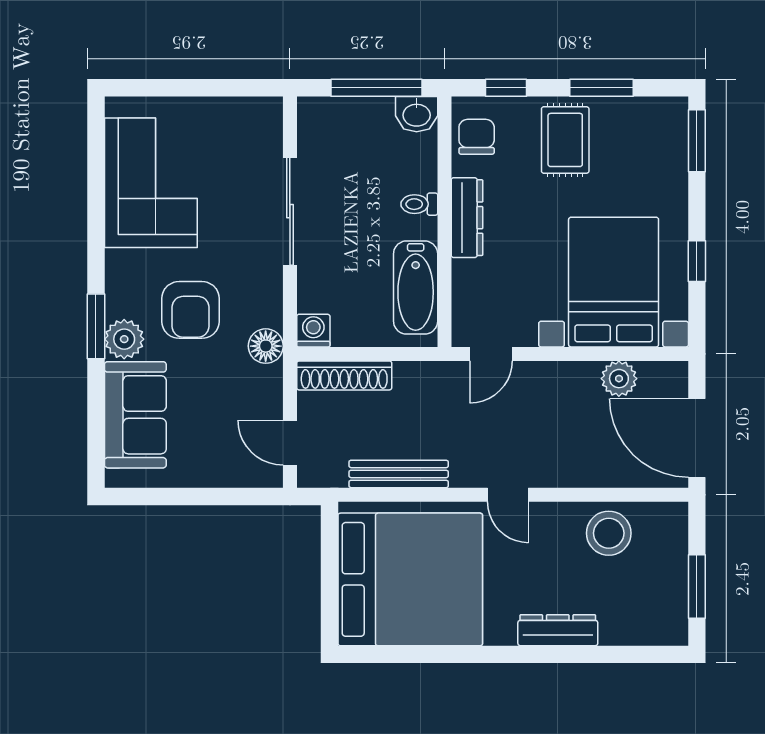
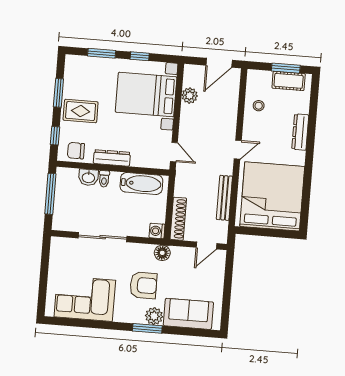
washbasin: (417, 114) -> (88, 177), moved, turned 90
window: (697, 141) -> (102, 53), moved
door: (697, 438) -> (219, 63), width x0.73
stool: (609, 533) -> (259, 106), width x0.53, depth x0.53
cot: (669, 595) -> (289, 81), added

